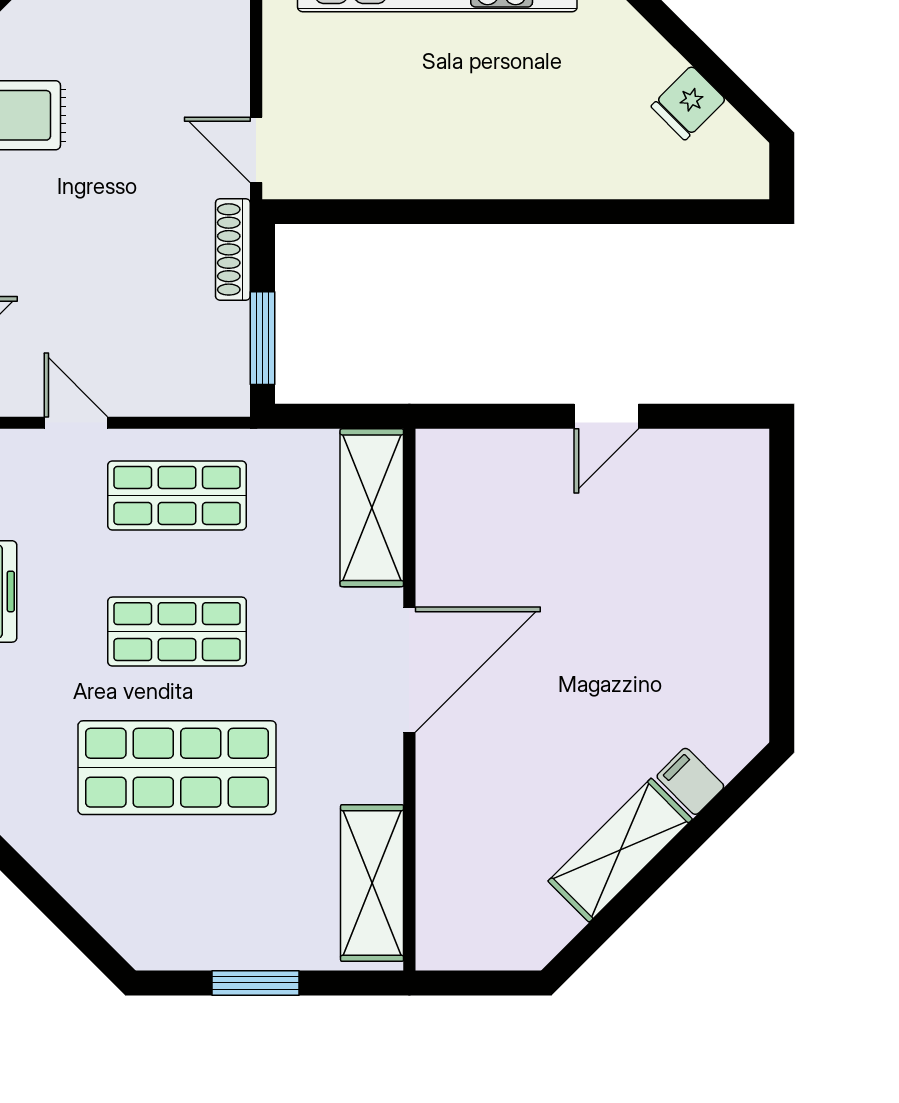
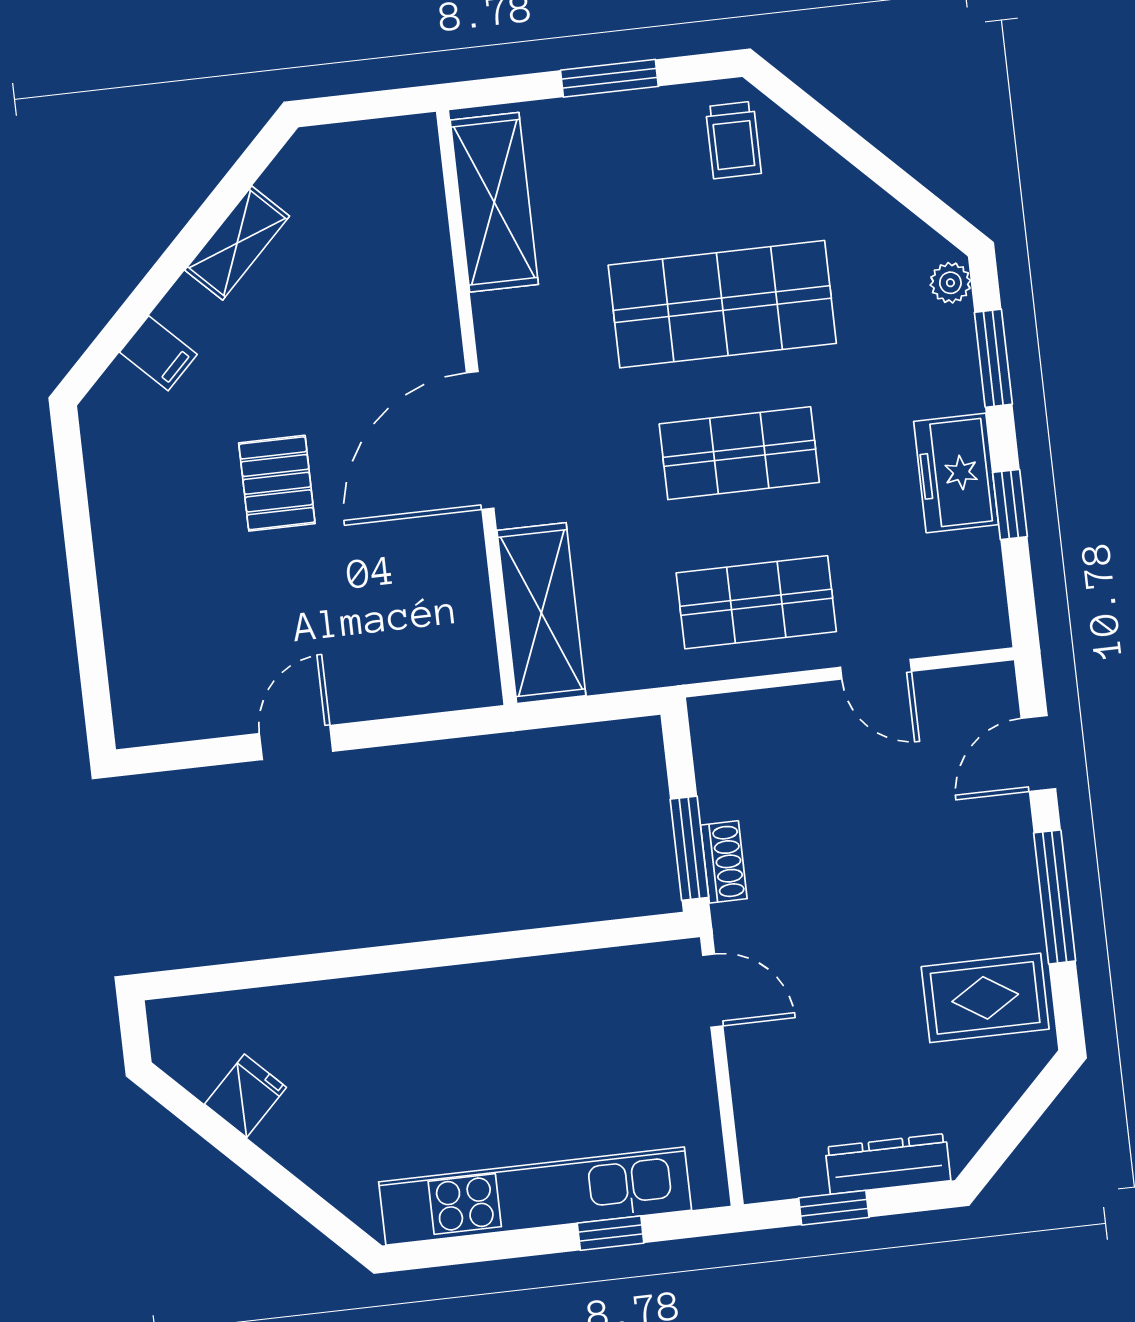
shoe rack: (233, 249) -> (724, 862), width x0.70
window: (263, 338) -> (689, 848), moved
pallet: (597, 652) -> (277, 483), added
shelving: (620, 850) -> (237, 243), width x0.67, depth x0.75
trolley: (150, 915) -> (733, 140), added

